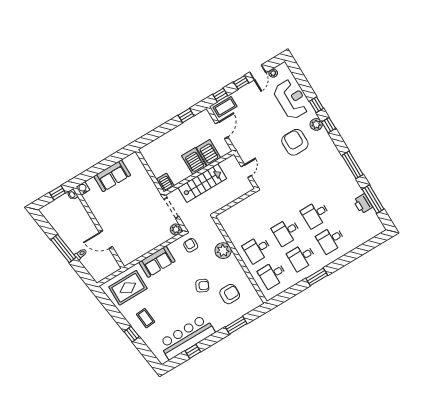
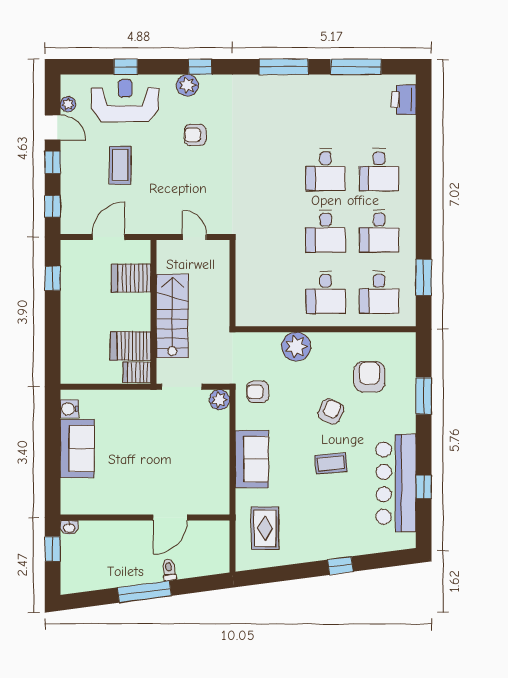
window: (316, 105) -> (126, 67), moved
coffee table: (225, 107) -> (120, 165), moved
door: (222, 130) -> (109, 237), hinge flipped
armchair: (295, 142) -> (195, 135), width x0.53, depth x0.53
server rack: (194, 161) -> (131, 346), moved
water cooler: (83, 188) -> (69, 409), moved
printer: (363, 204) -> (404, 100), moved, turned 90
window: (317, 277) -> (424, 277), moved
rug: (128, 288) -> (265, 528), width x0.73, depth x0.70
coffee table: (146, 318) -> (331, 463), moved

